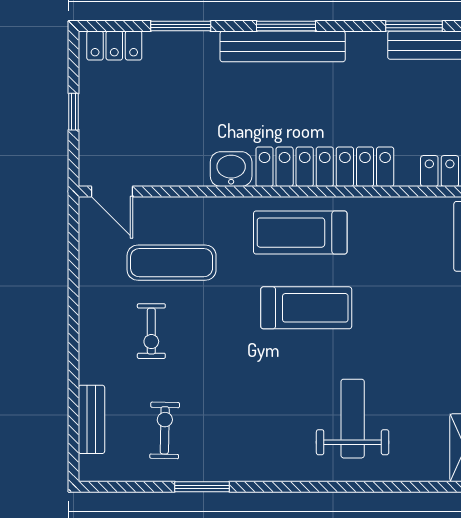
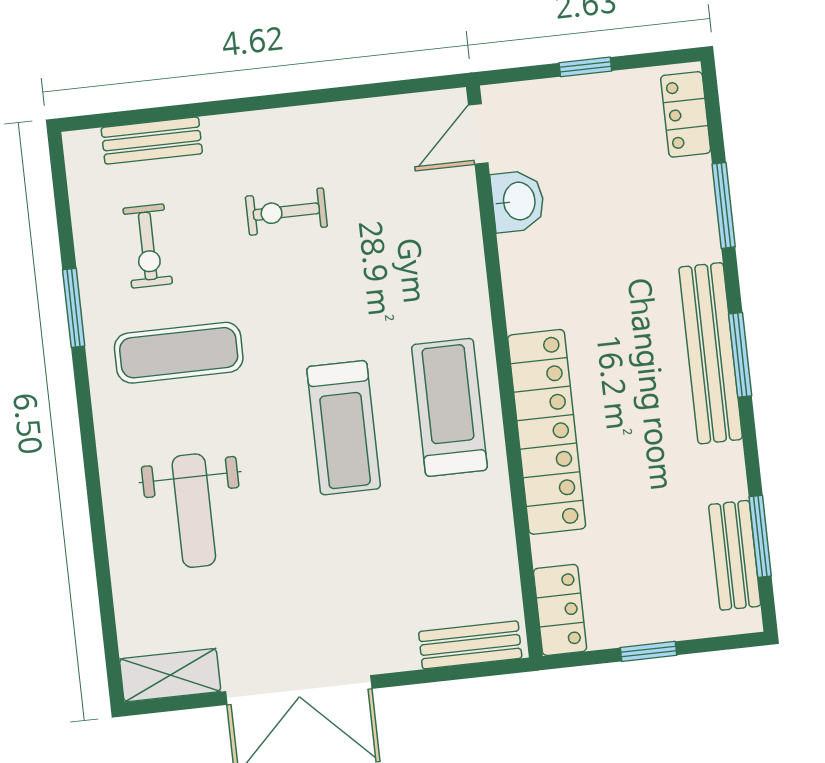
washbasin: (231, 169) -> (518, 201), moved
exercise mat: (172, 263) -> (179, 353), moved, turned 90
weight bench: (353, 419) -> (194, 511), turned 90
exercise bike: (165, 430) -> (148, 246), turned 89

